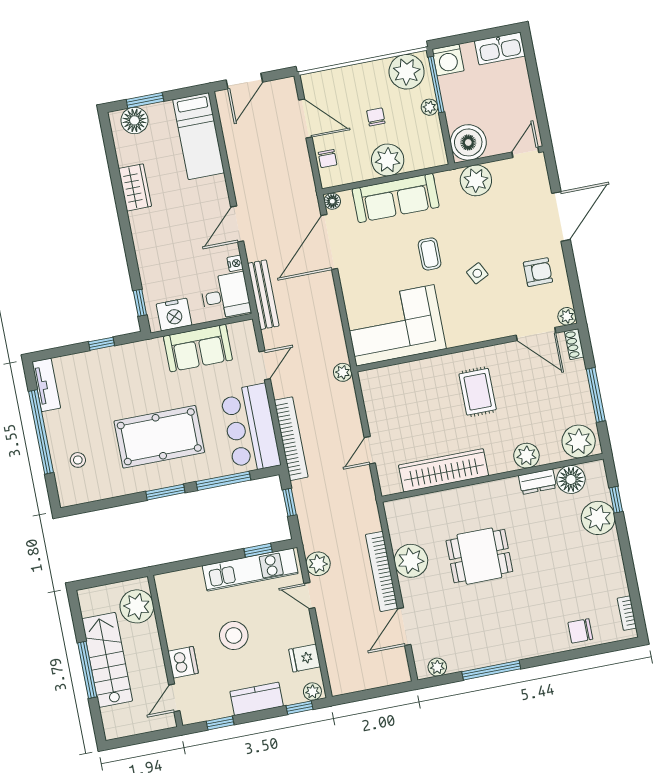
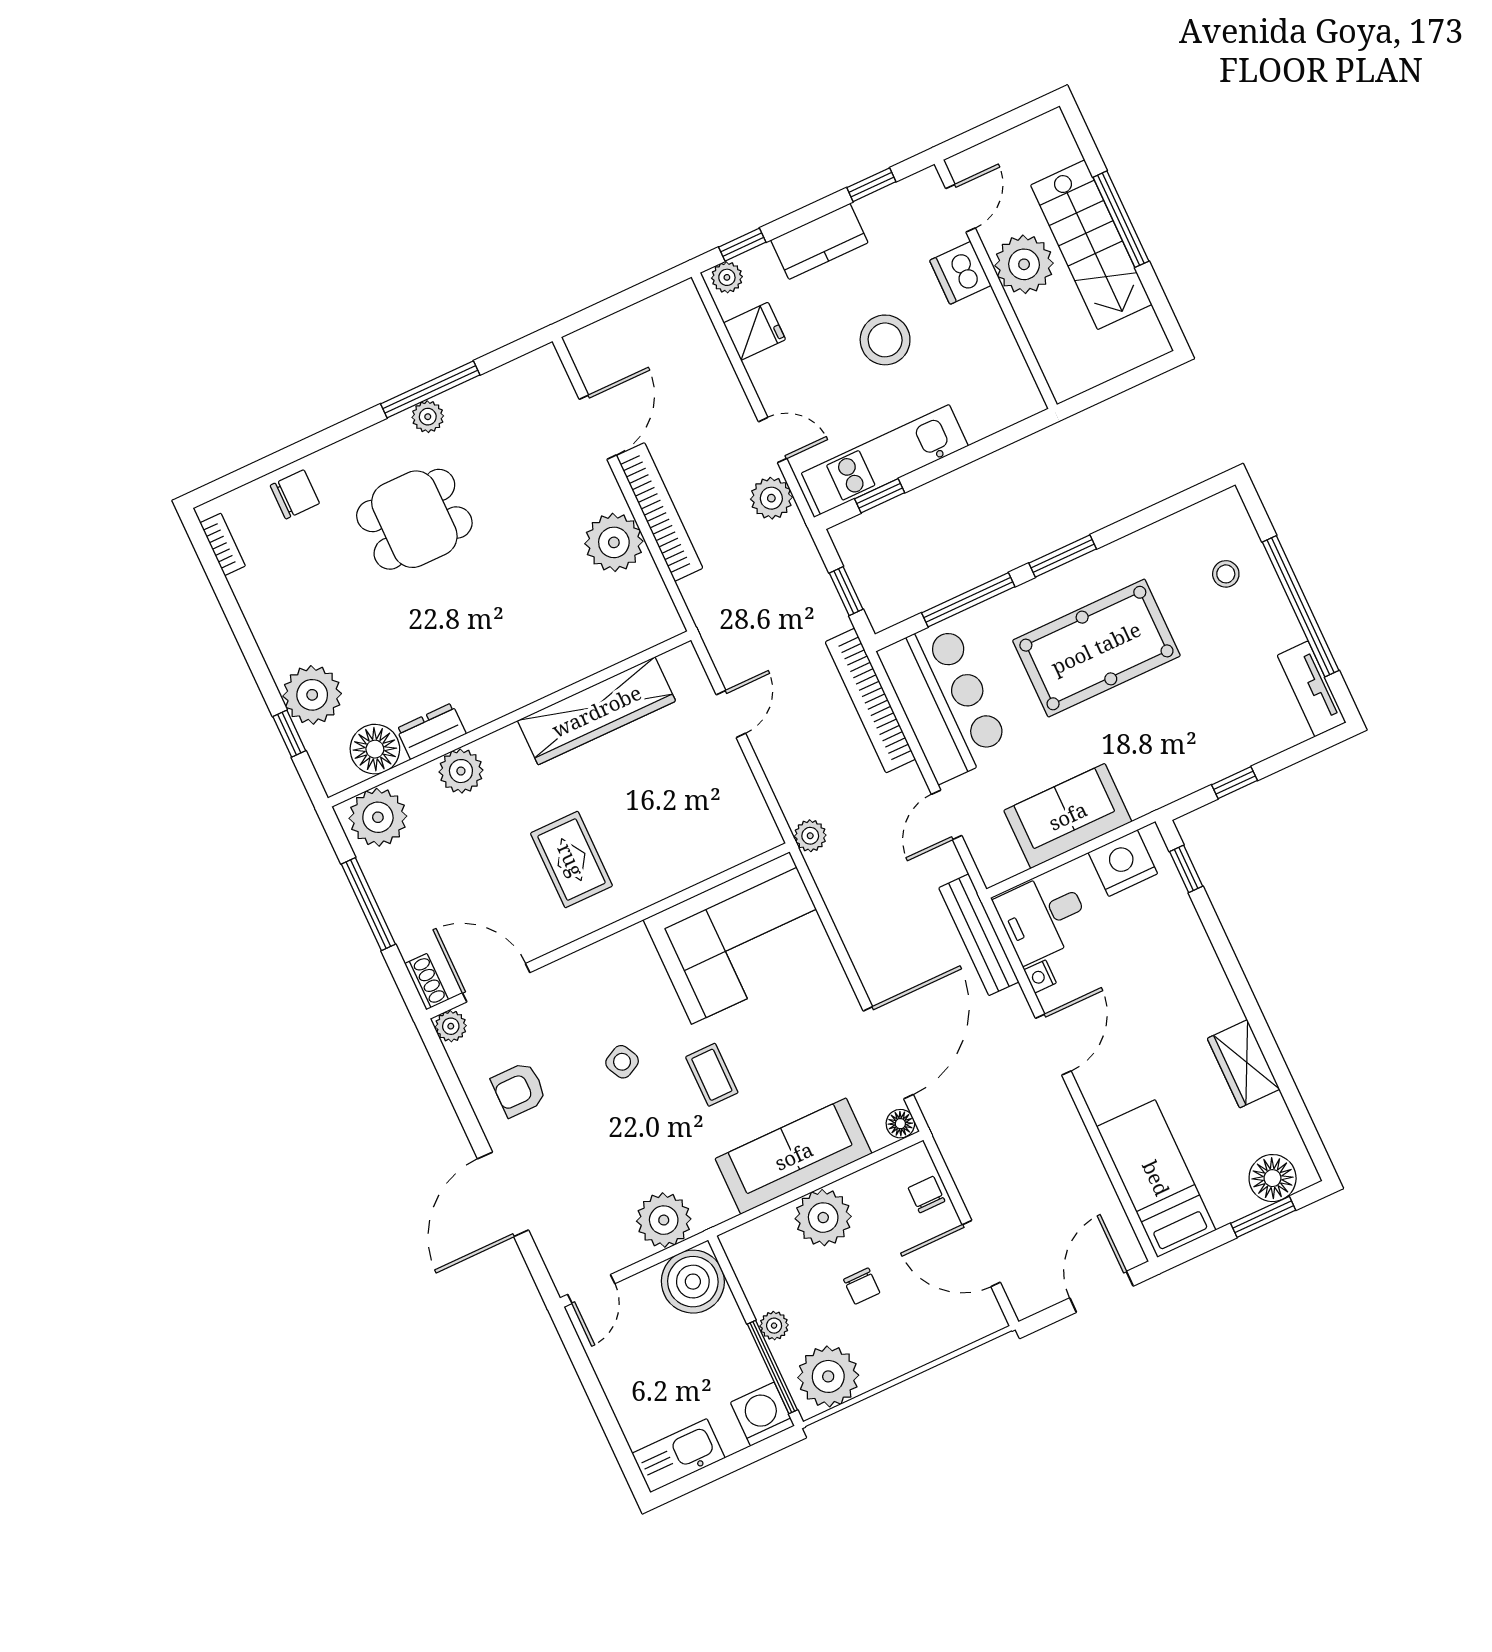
dining table: (479, 556) -> (414, 519), moved
plant: (137, 606) -> (1024, 264), moved
plant: (437, 667) -> (428, 417), moved

